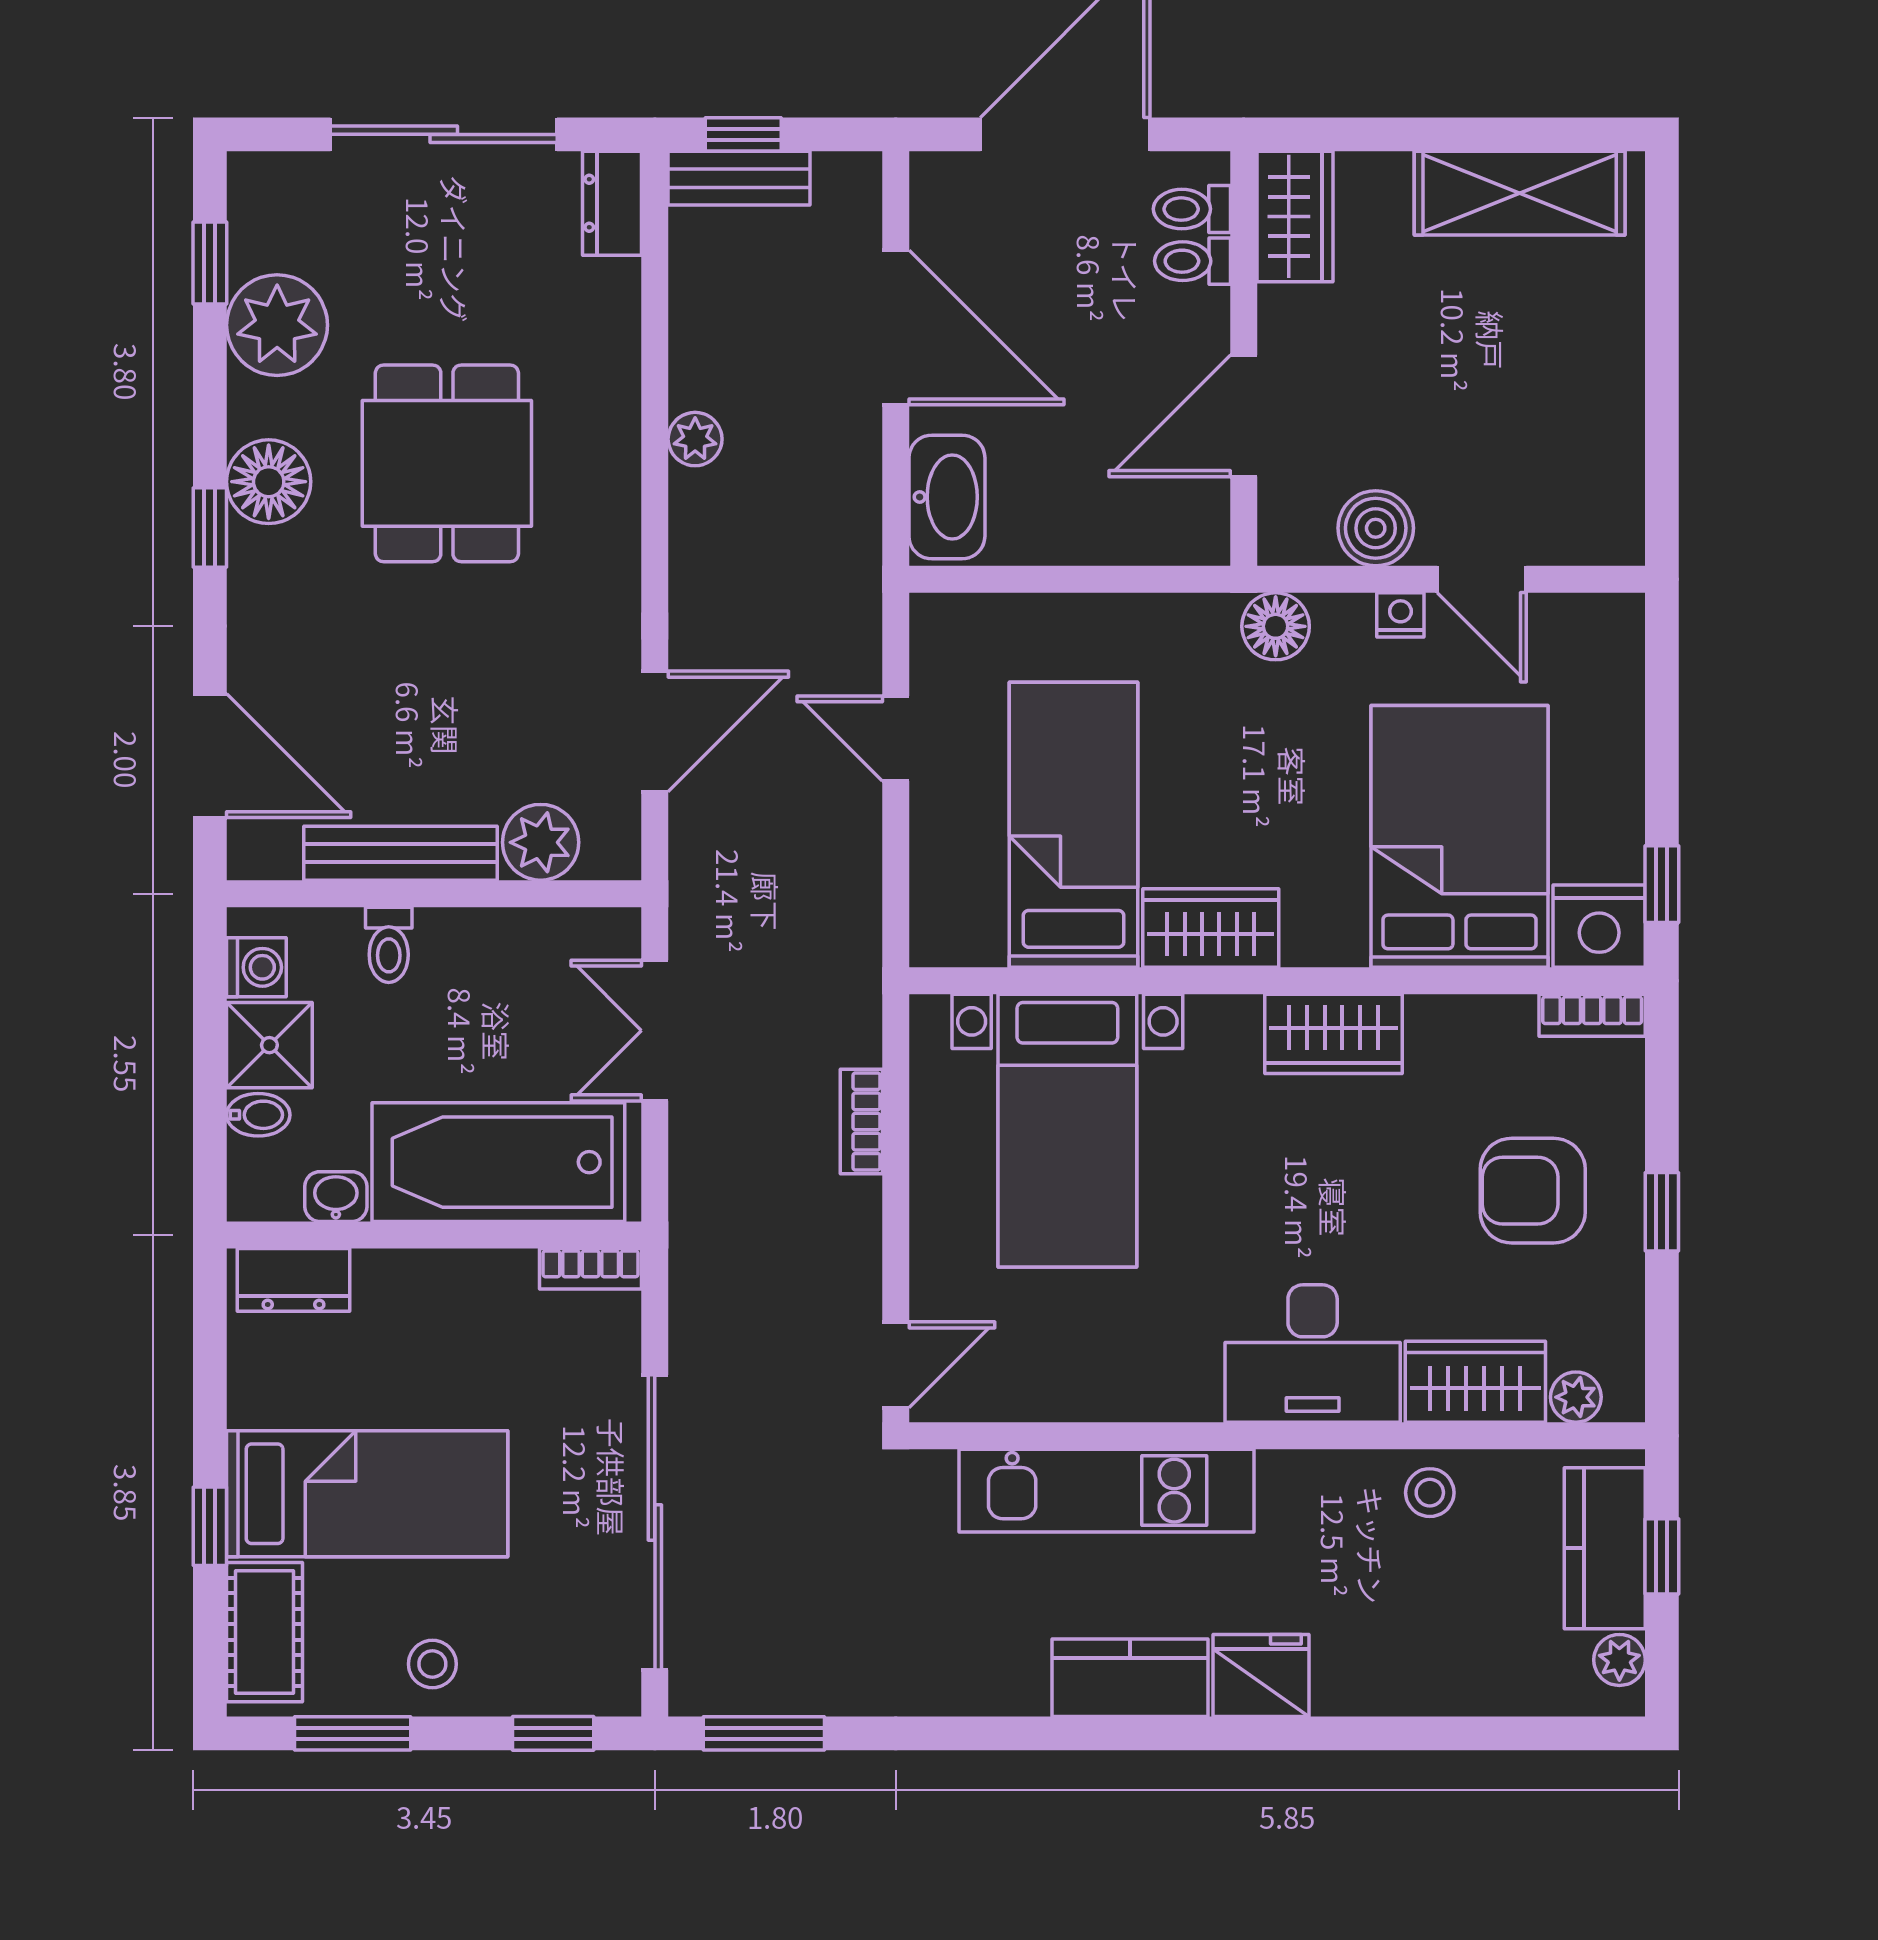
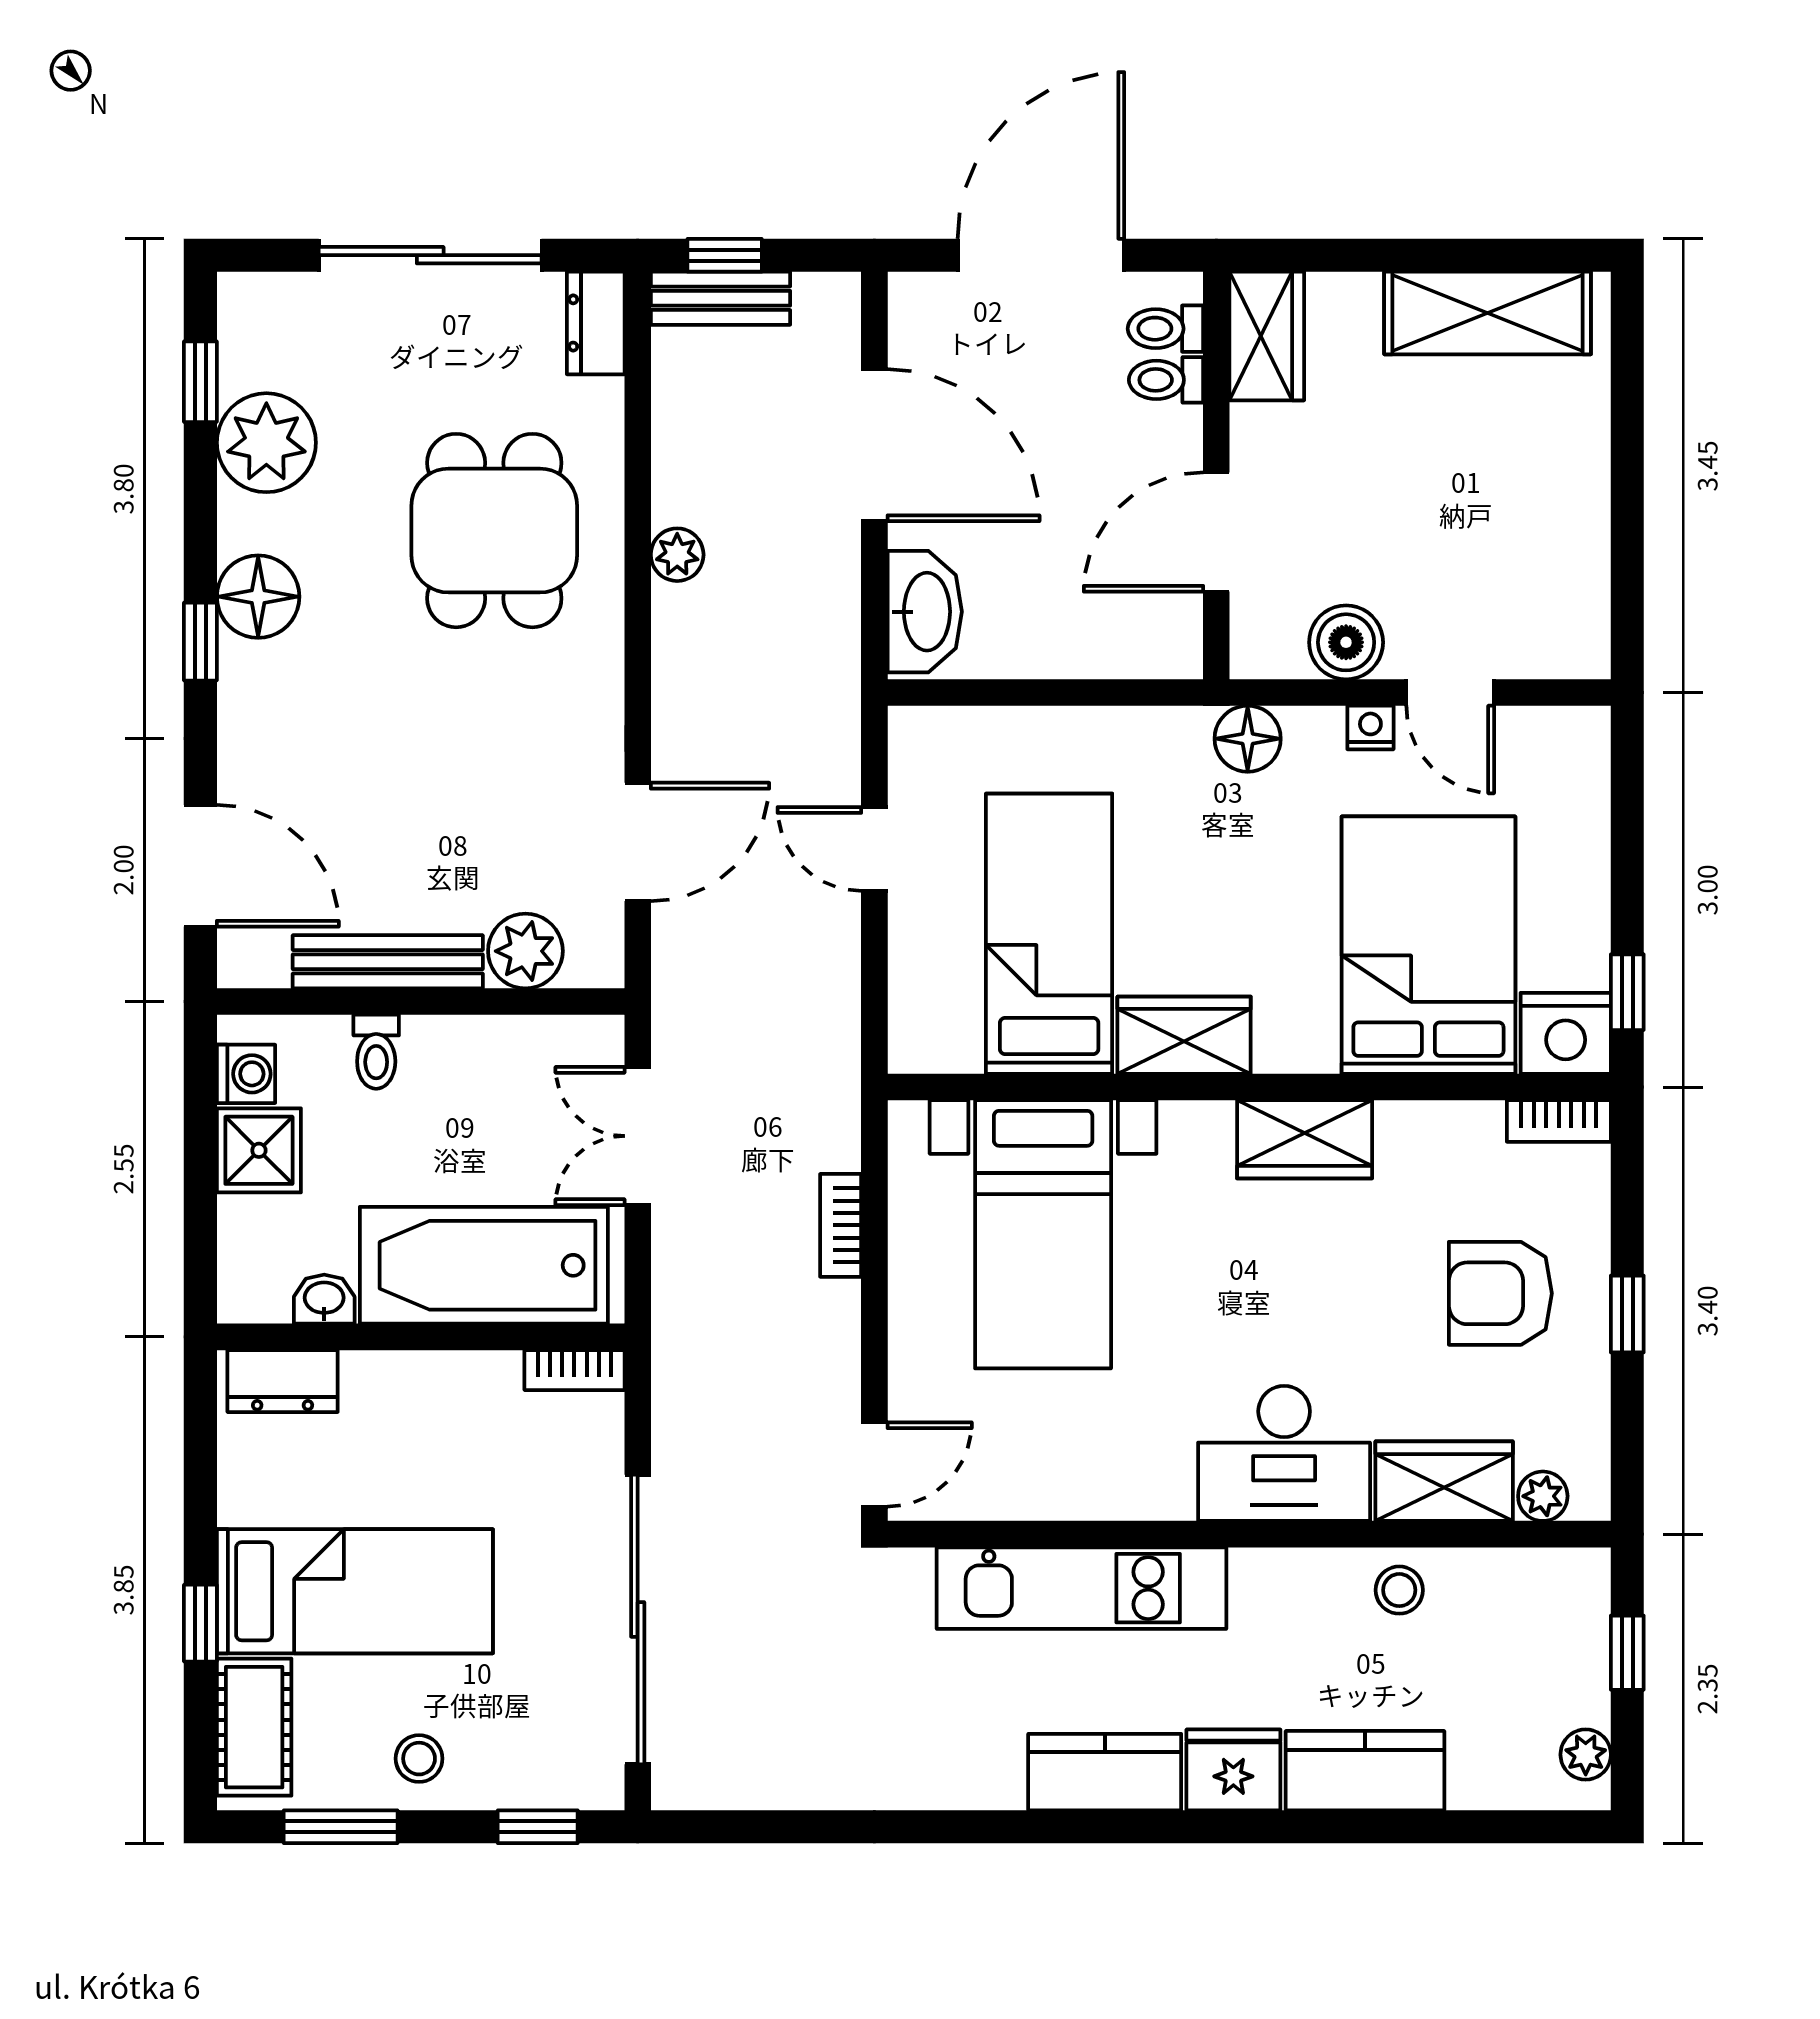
dining table: (447, 463) -> (494, 531), moved
bidet: (258, 1115) -> (248, 1219), removed
kitchen counter: (1605, 1548) -> (1365, 1771), moved, turned 90
window: (764, 1733) -> (745, 1827), removed

